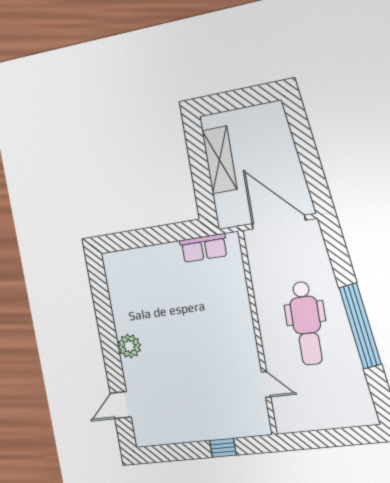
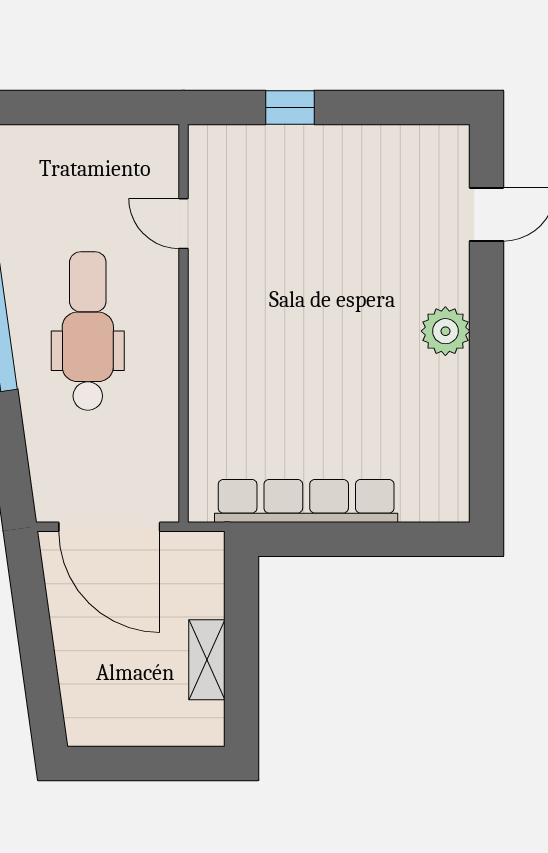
shelving: (220, 160) -> (207, 660), width x0.67, depth x0.75
row of seats: (204, 248) -> (306, 501), width x2.02

